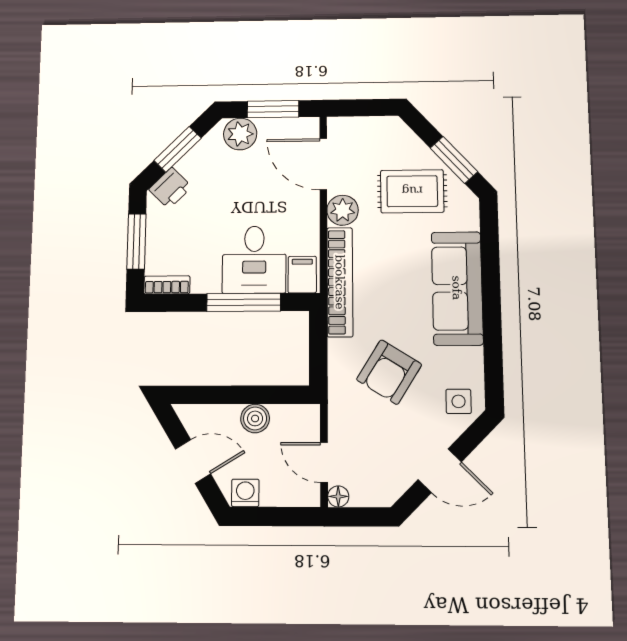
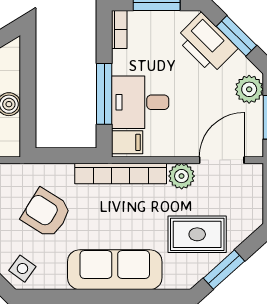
printer: (170, 188) -> (207, 43), width x1.87, depth x1.48
rug: (412, 191) -> (197, 234), turned 90
side table: (459, 401) -> (22, 269), turned 36

